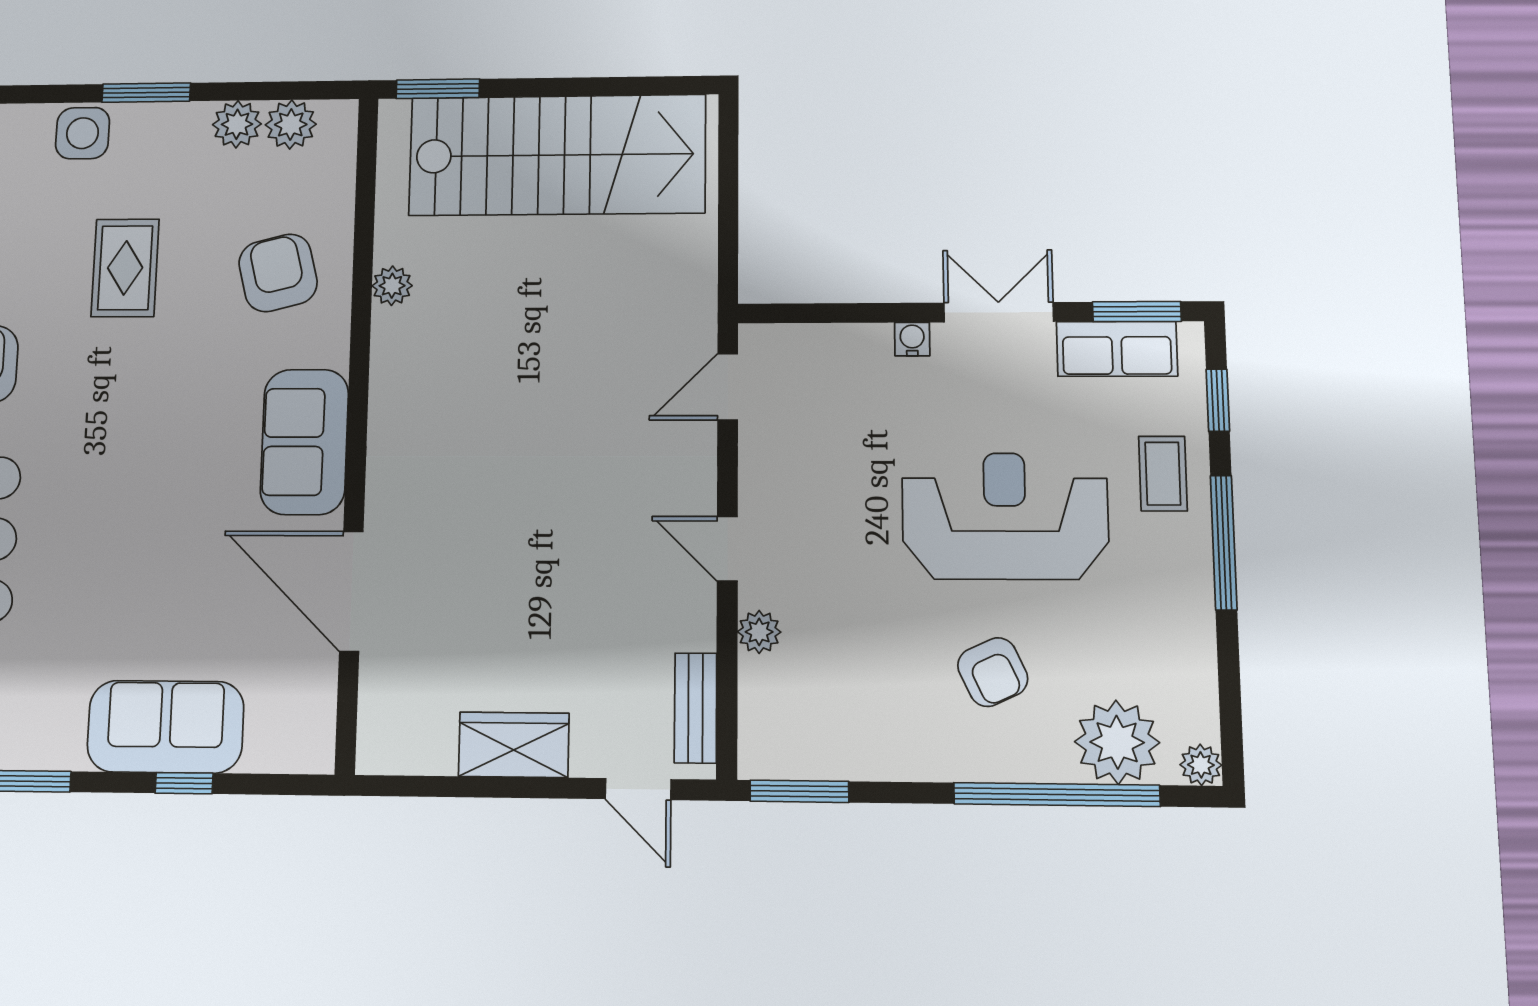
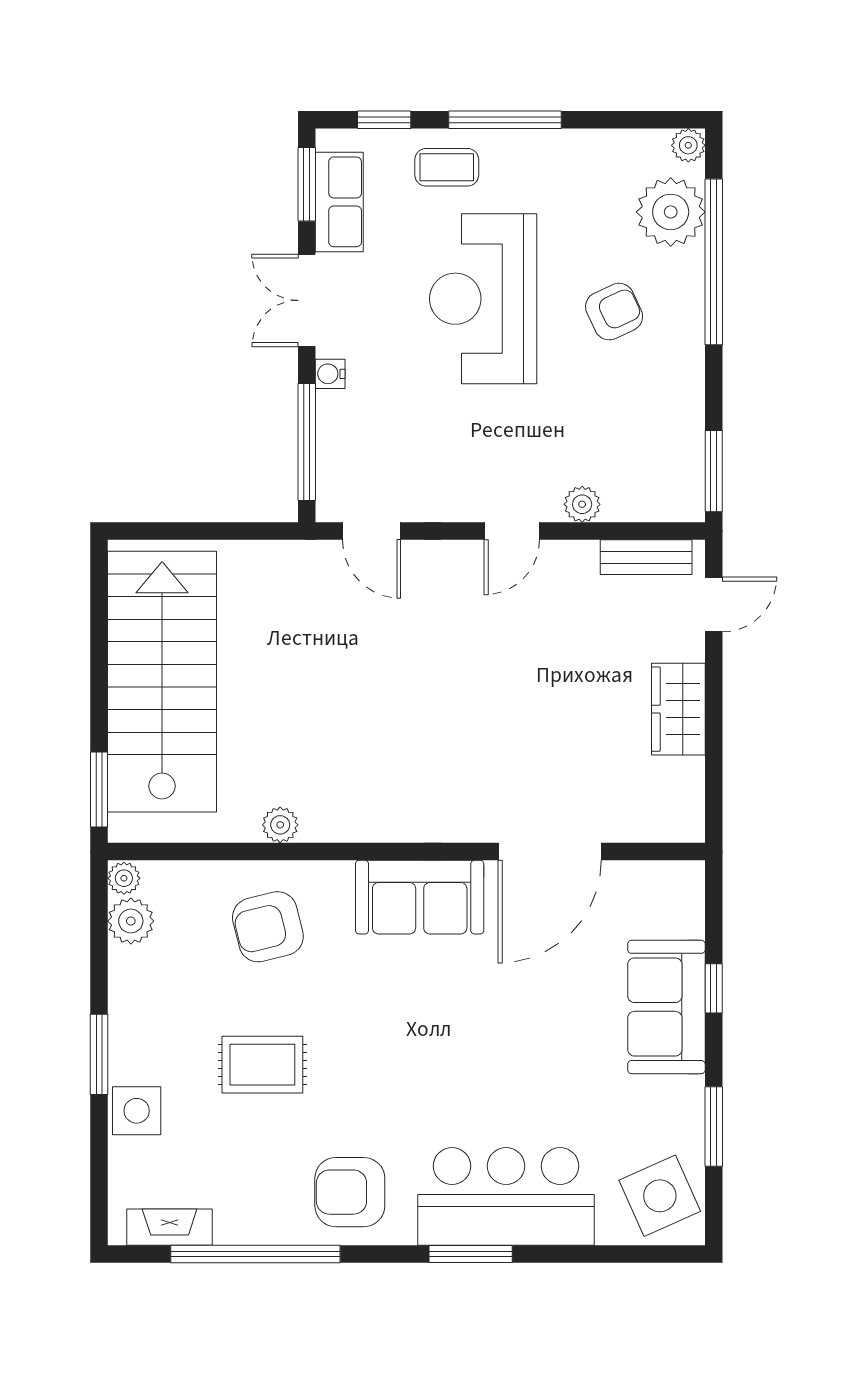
plant: (237, 124) -> (124, 878), moved, width x0.73, depth x0.73
window: (832, 313) -> (307, 442), added

